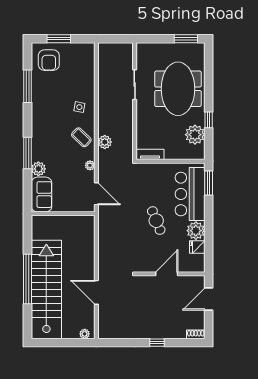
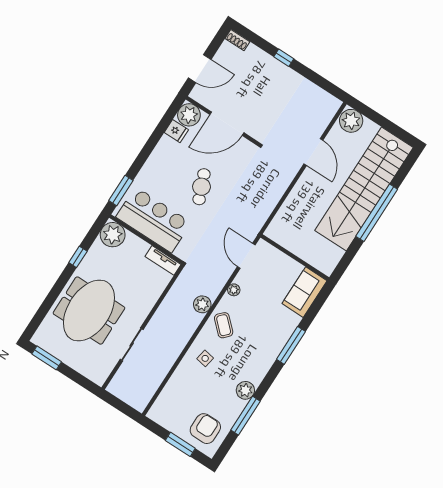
plant: (195, 135) -> (113, 235), moved
plant: (38, 169) -> (245, 390), moved
bar counter: (190, 194) -> (153, 220), moved, turned -90
plant: (196, 231) -> (189, 115), moved
door: (167, 274) -> (227, 124), width x1.36
plant: (85, 334) -> (351, 121), width x1.87, depth x1.87

